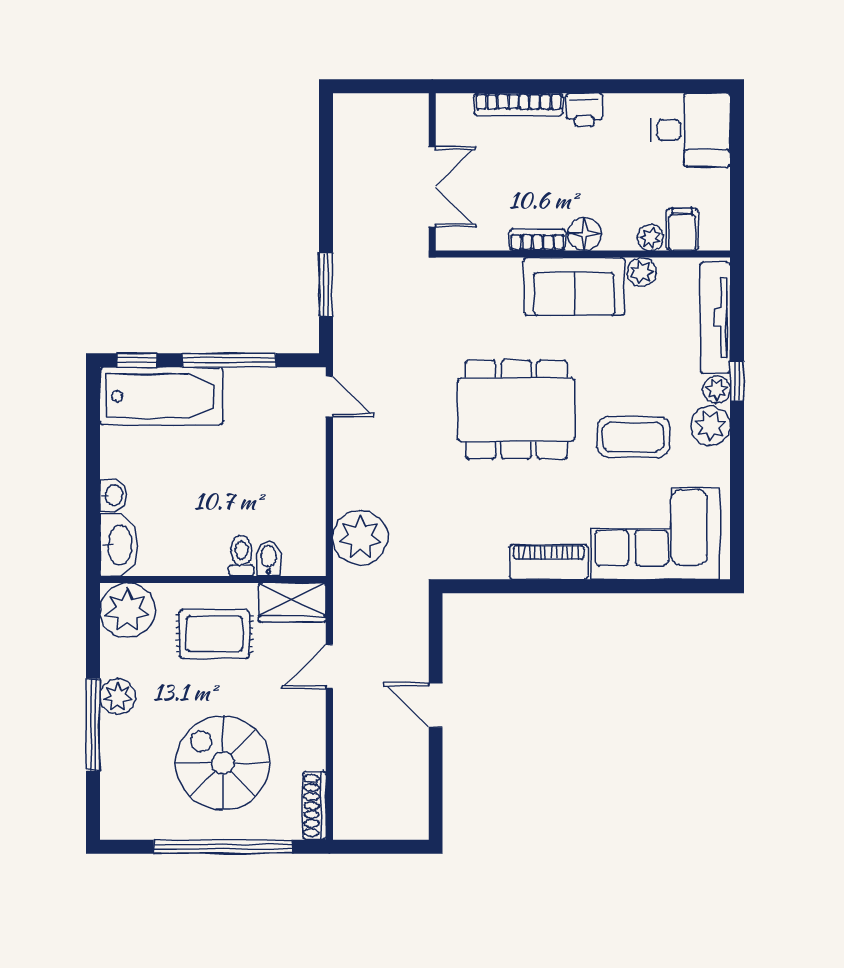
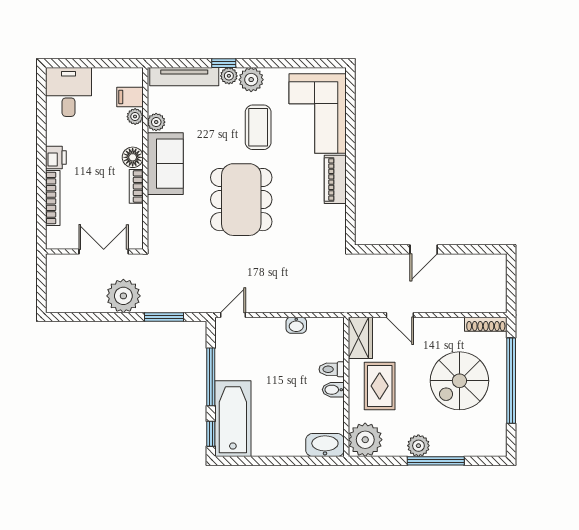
washbasin: (113, 495) -> (296, 325), moved, turned 180
plant: (360, 538) -> (123, 296), moved
bidet: (268, 559) -> (333, 390), moved

